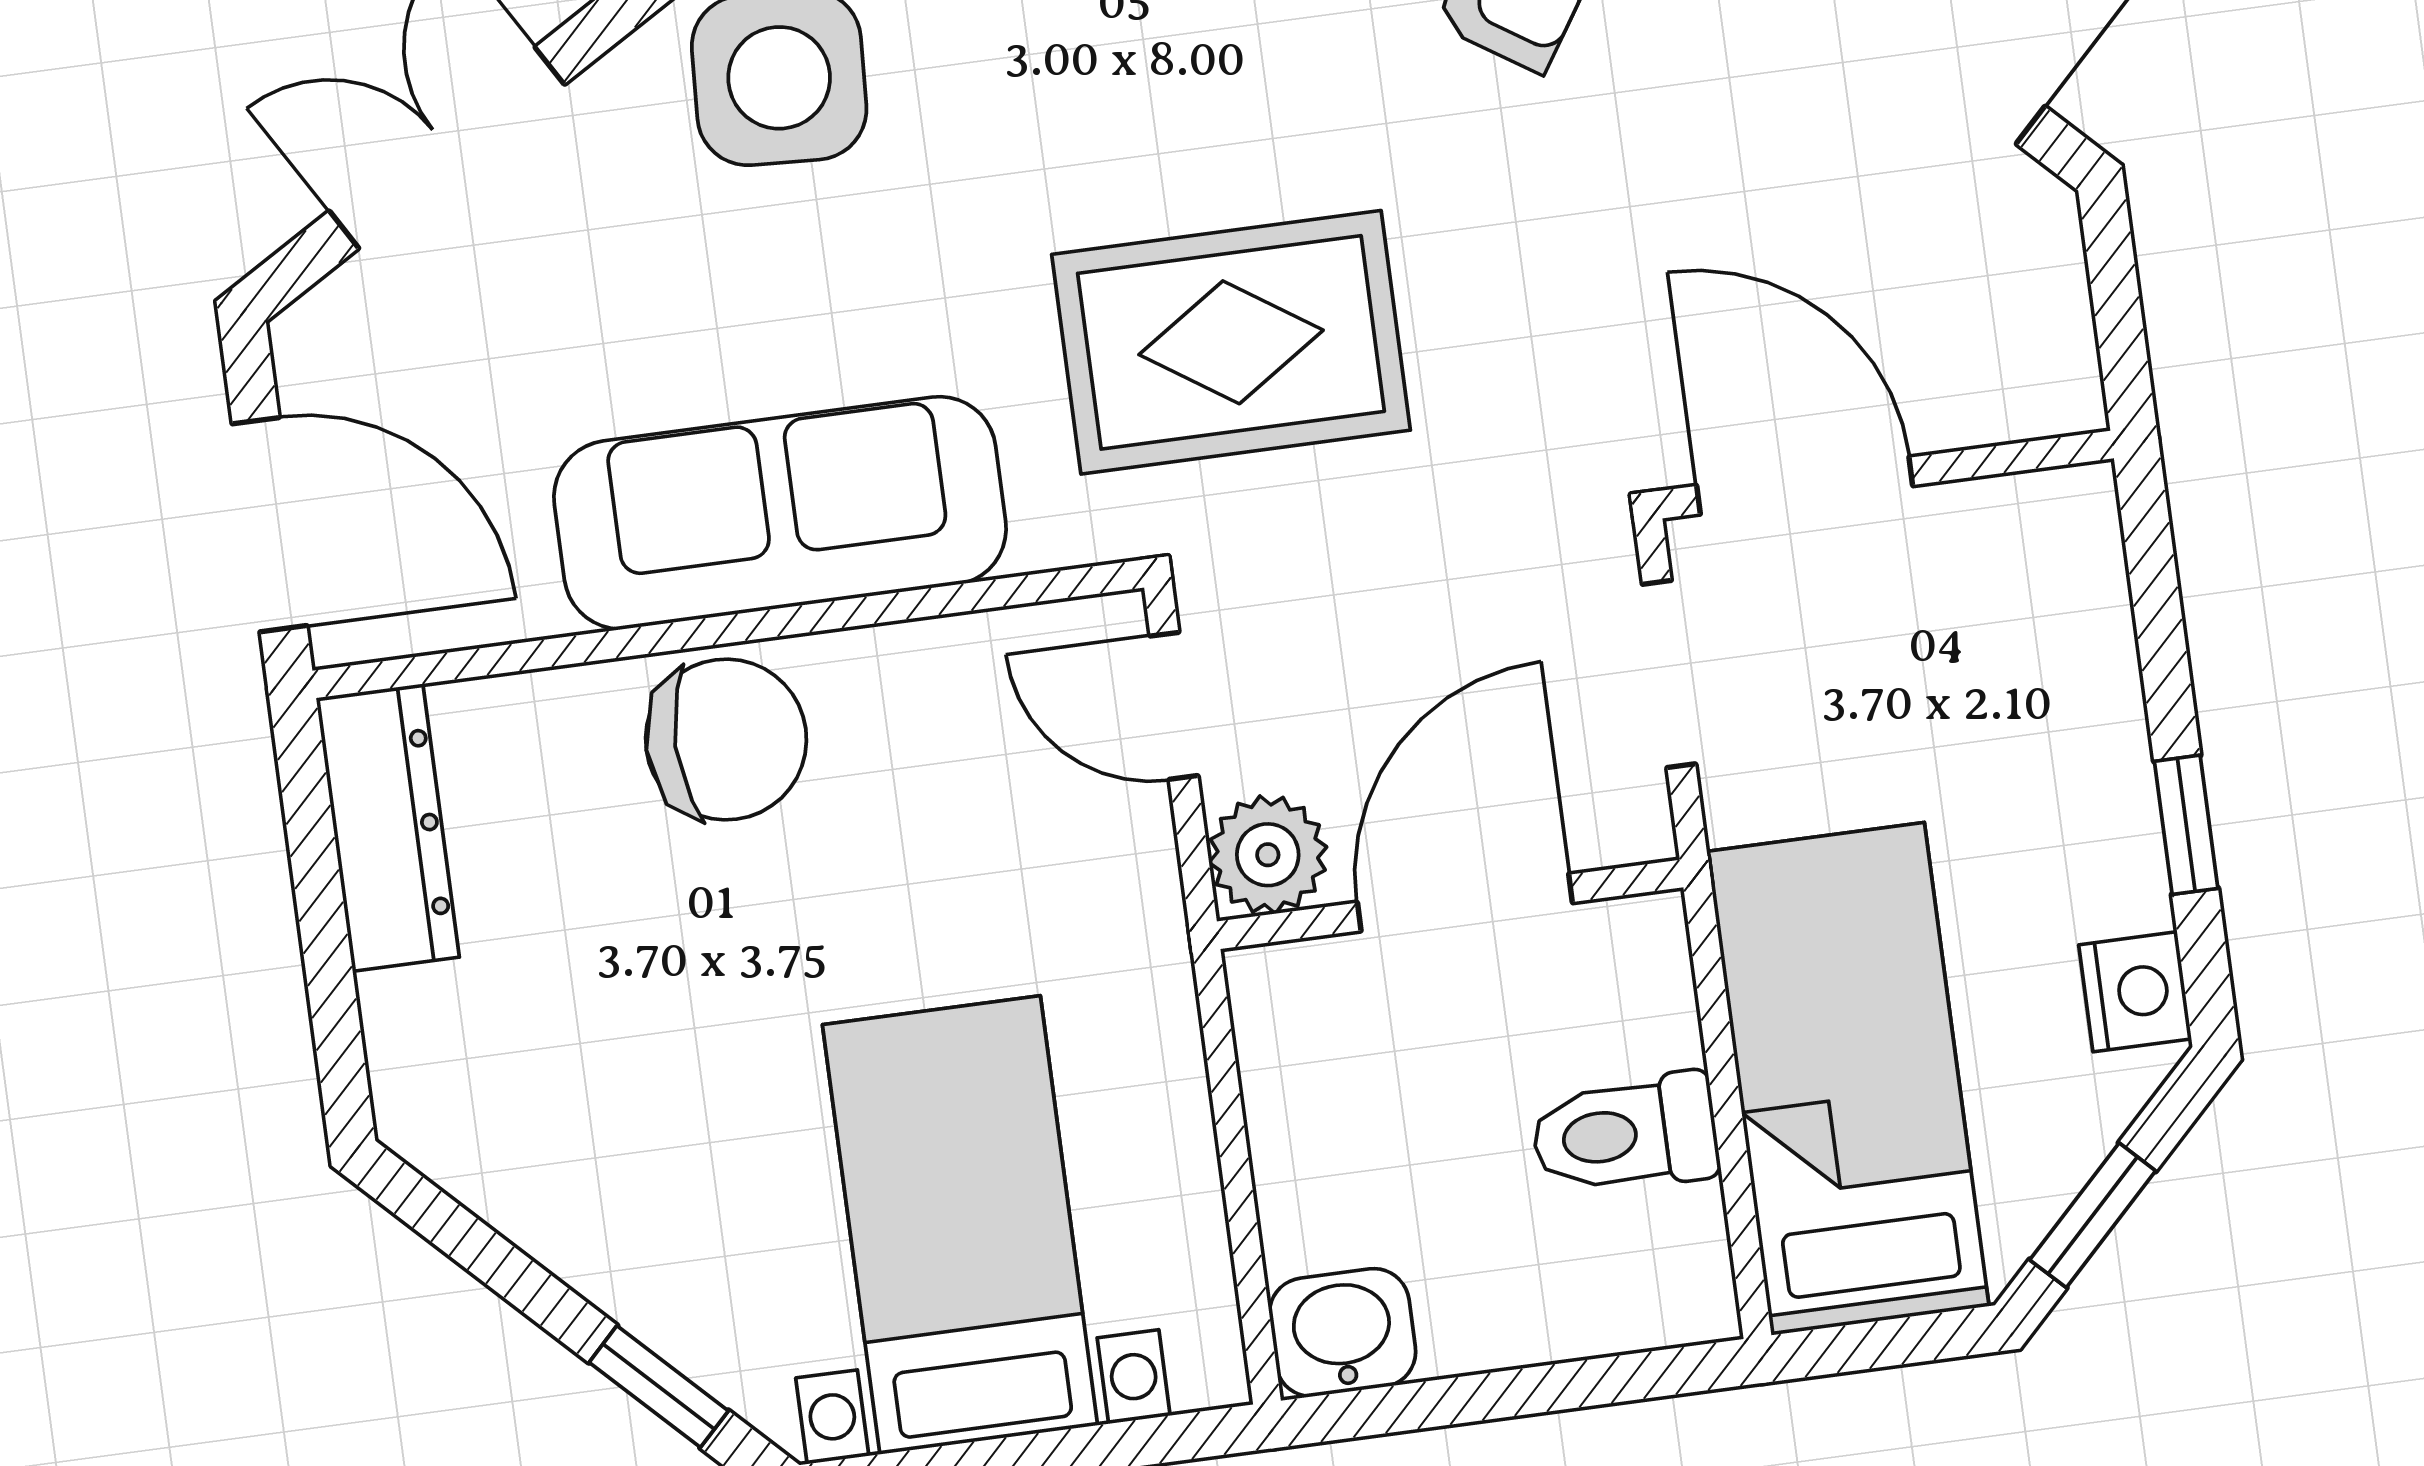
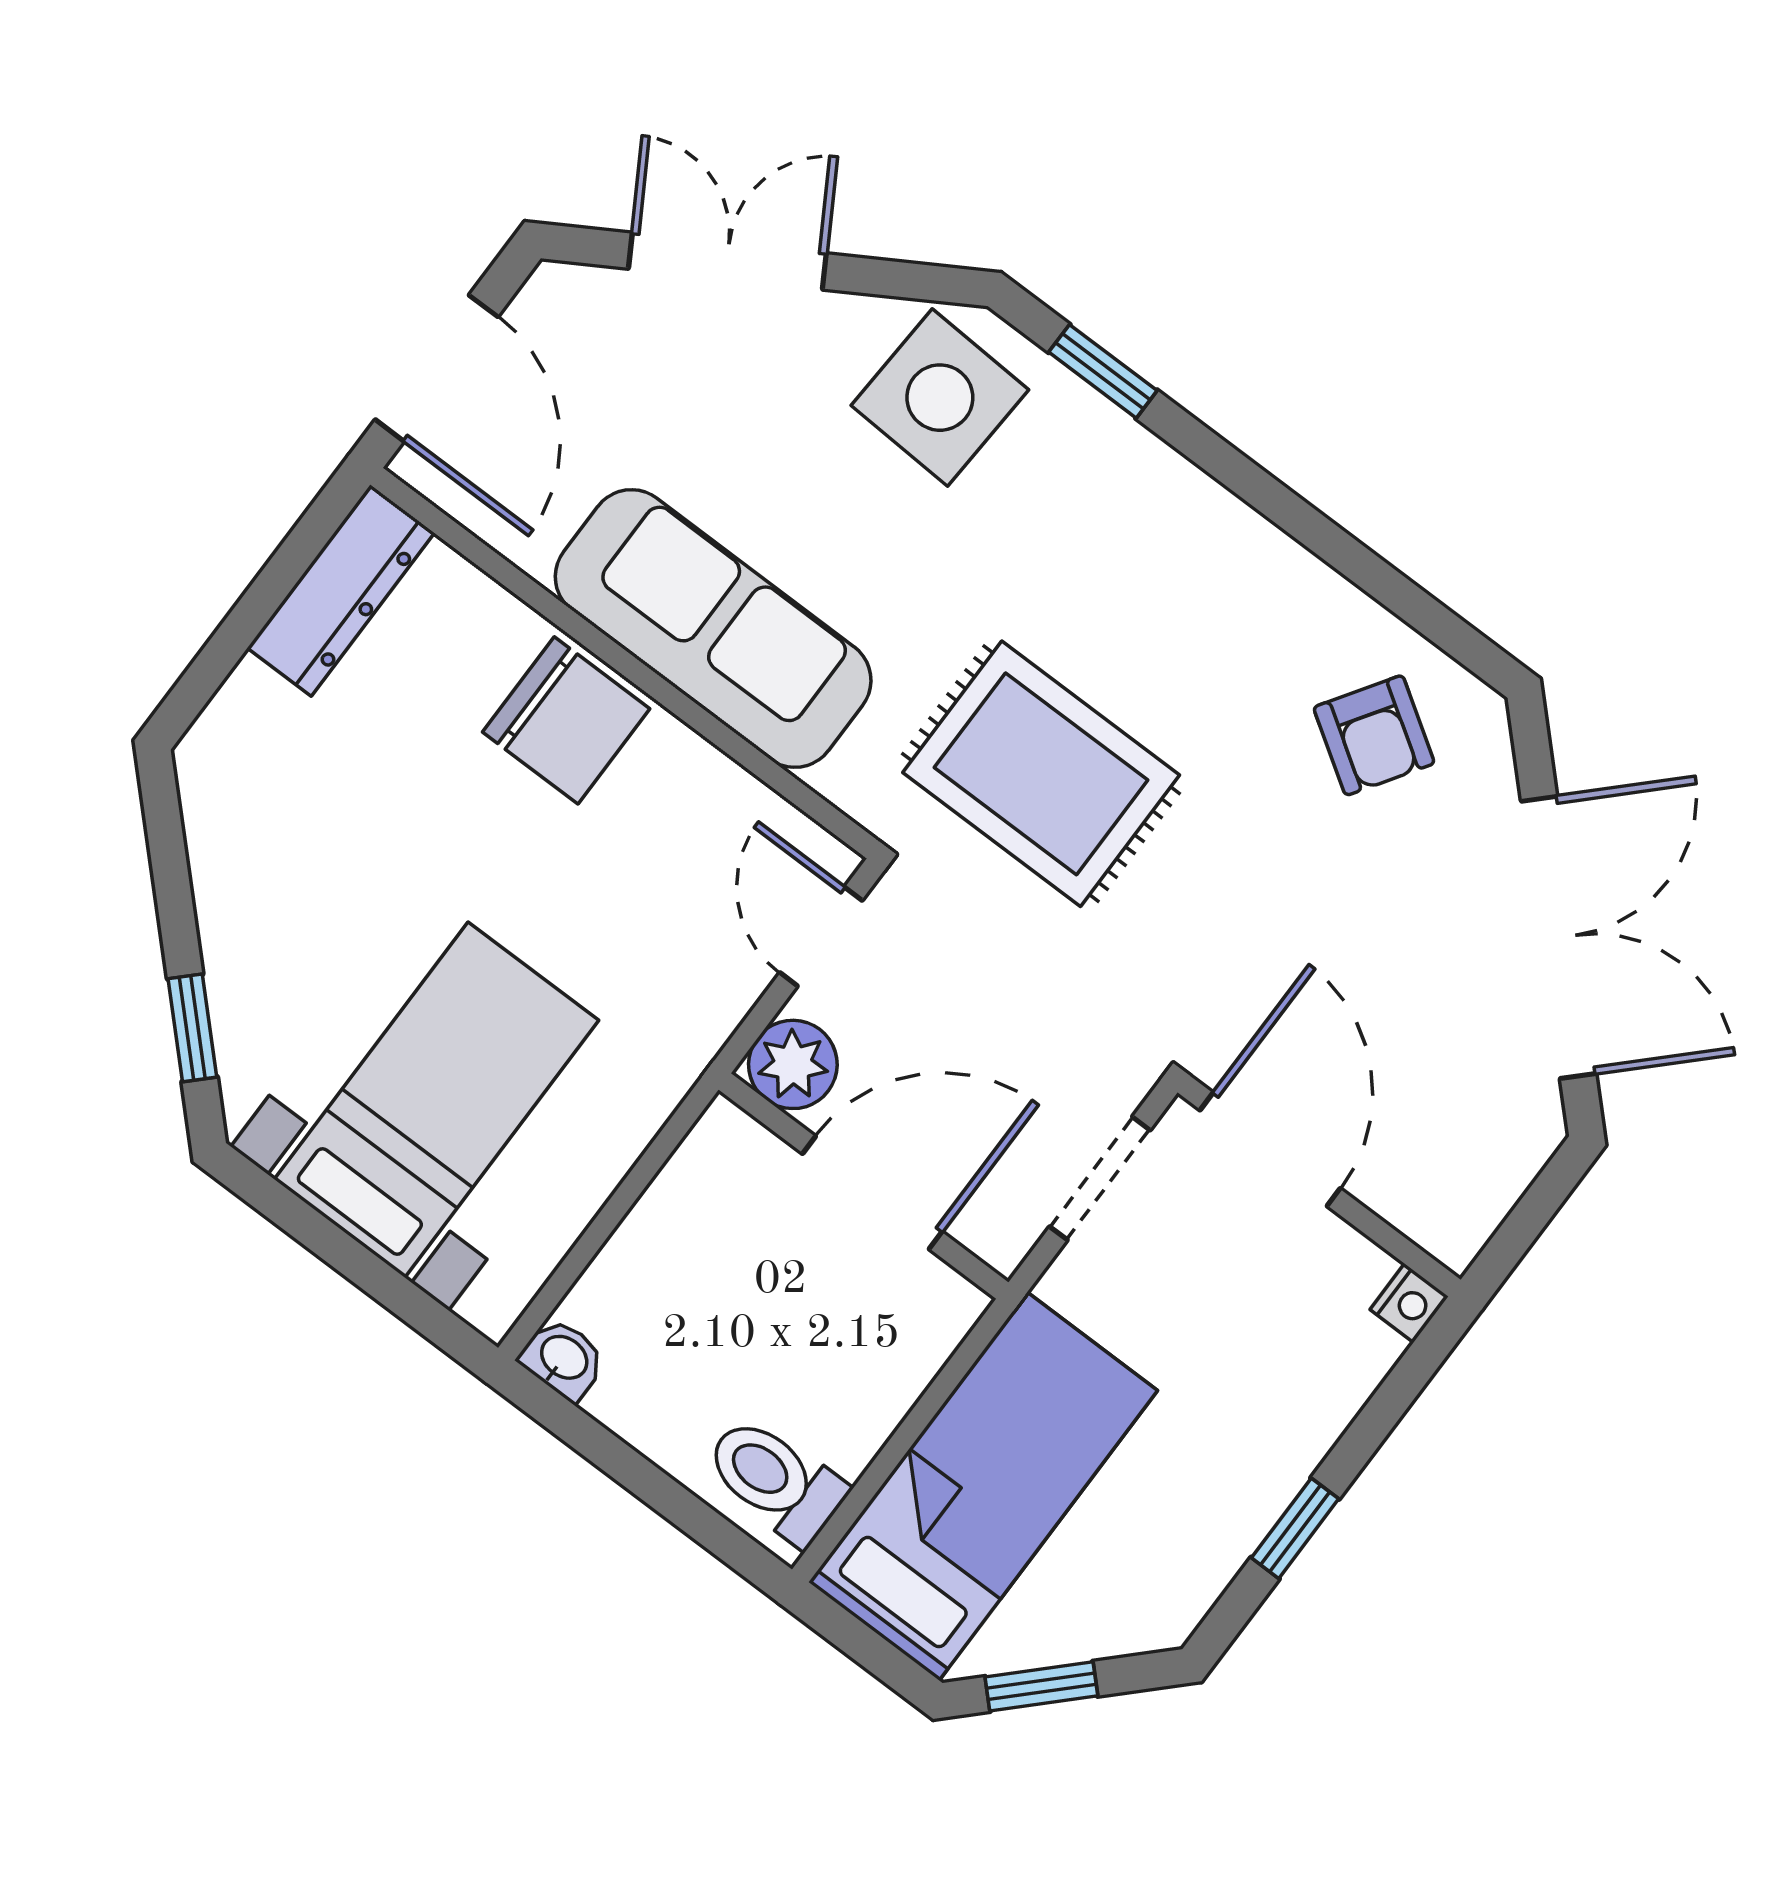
nightstand: (2135, 992) -> (1409, 1303), moved, width x0.72, depth x0.74
toilet: (1625, 1134) -> (775, 1480), moved
washbasin: (1342, 1332) -> (563, 1359), width x0.72, depth x0.69

